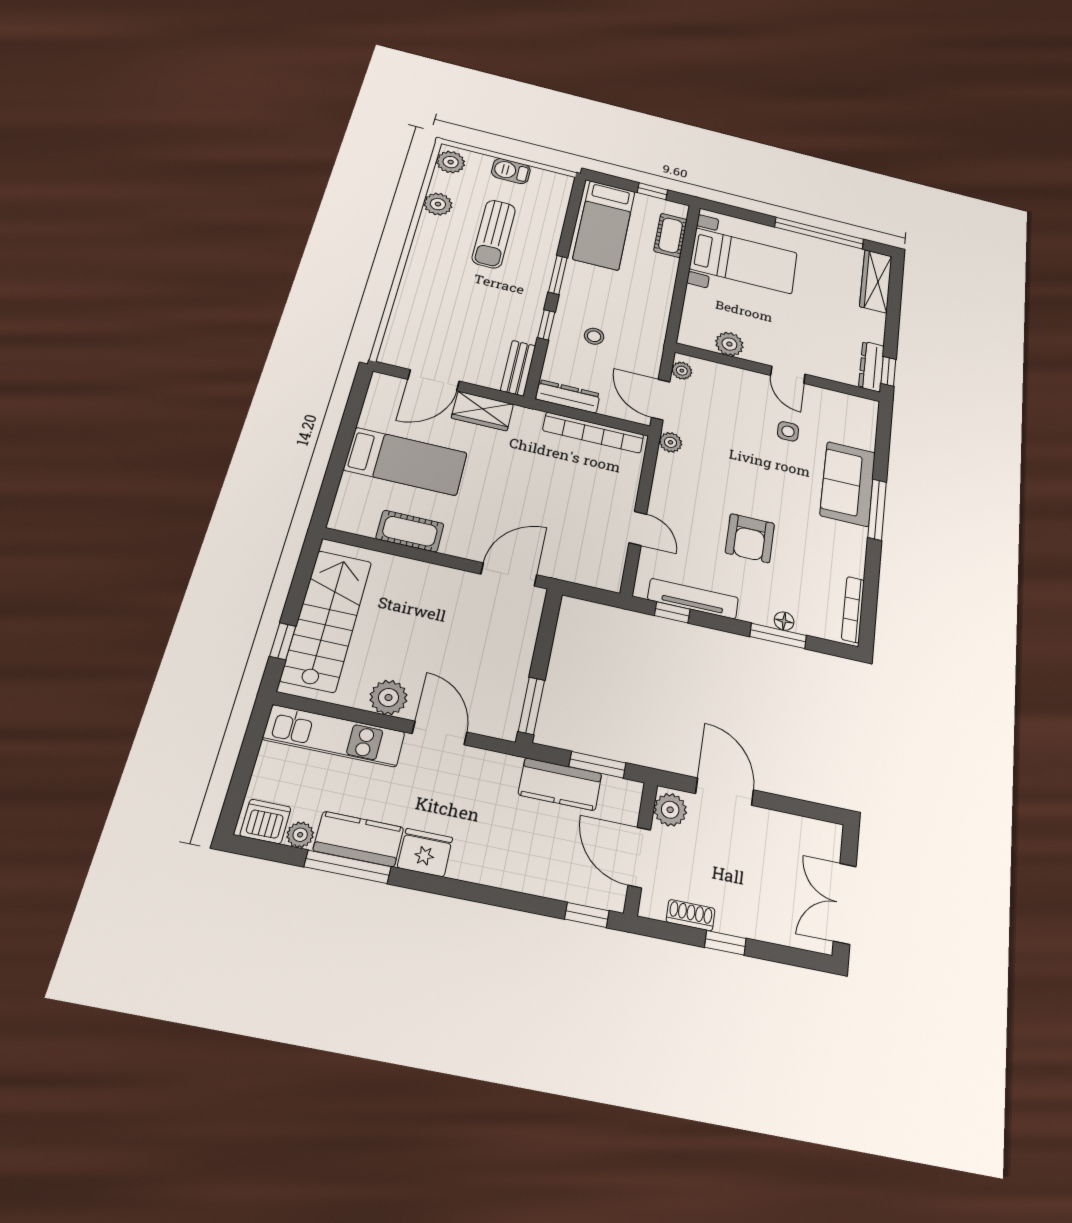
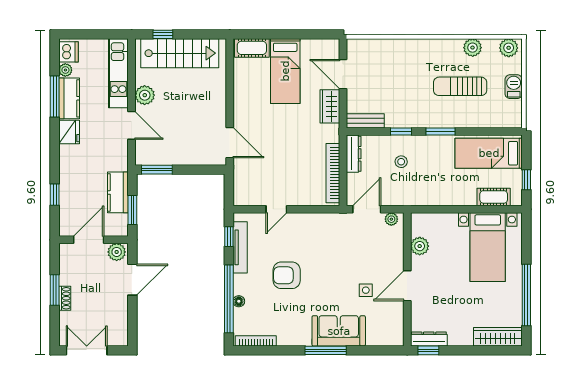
door: (788, 375) -> (407, 286), width x1.38
plant: (670, 442) -> (339, 220), removed
cot: (410, 531) -> (252, 48), moved, turned 90
window: (778, 636) -> (229, 299), width x2.11
door: (440, 733) -> (132, 125), hinge flipped
window: (587, 915) -> (55, 195), moved
shoe rack: (691, 915) -> (65, 298), moved
window: (725, 943) -> (55, 290), width x1.50

